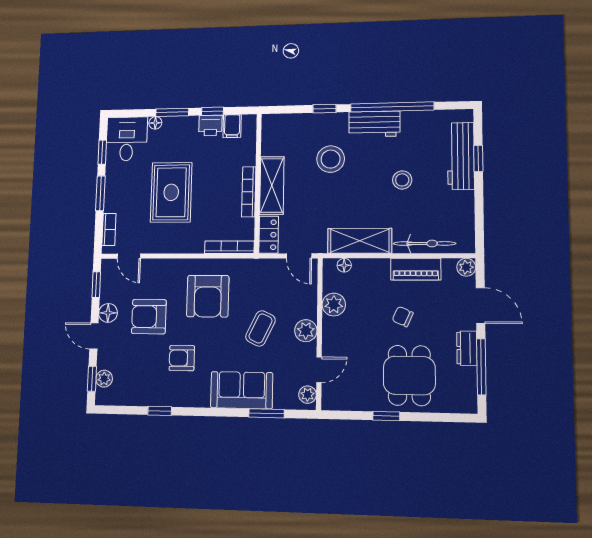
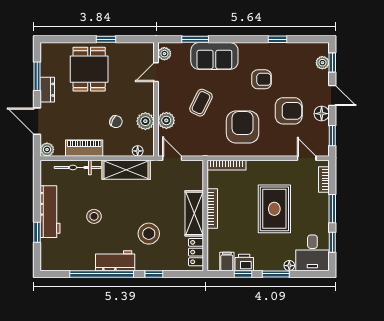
workbench: (461, 156) -> (50, 212), moved
locker: (269, 235) -> (196, 252), moved
chair: (403, 317) -> (116, 122), moved
plant: (306, 331) -> (166, 120), moved
window: (481, 367) -> (37, 76), width x0.69

